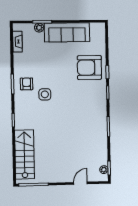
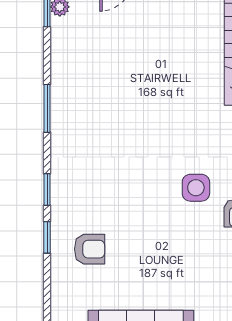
armchair: (89, 68) -> (90, 249), width x0.53, depth x0.53

